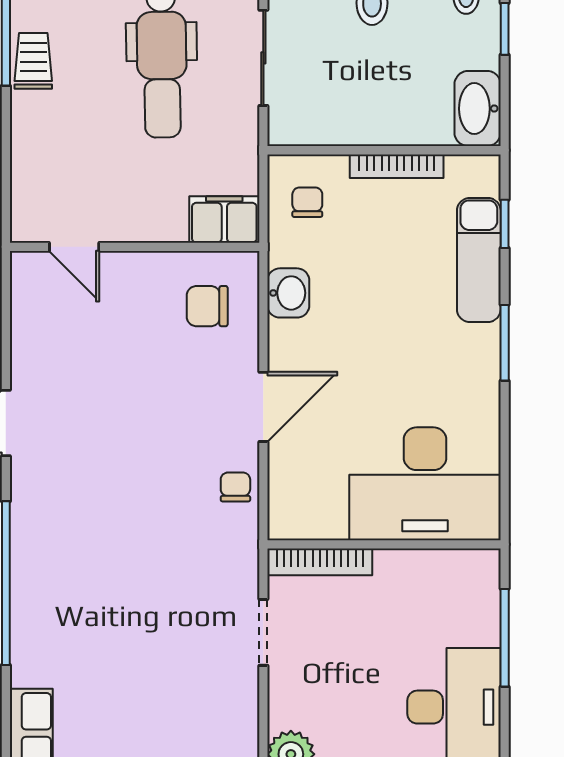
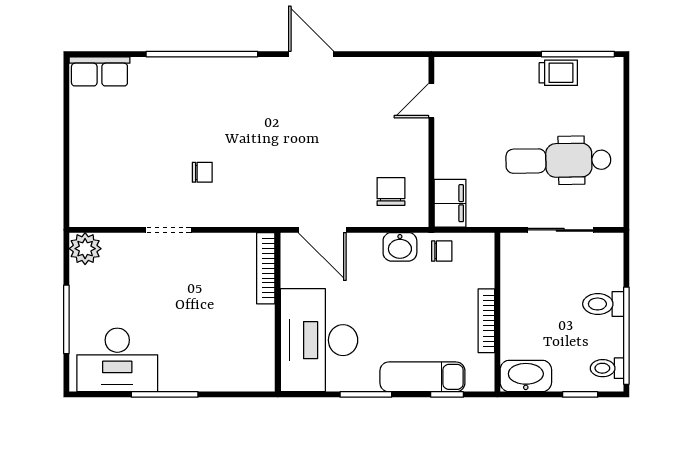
chair: (307, 202) -> (442, 251), moved
desk: (425, 484) -> (319, 340), moved
chair: (235, 487) -> (202, 172), moved
wall: (384, 544) -> (278, 312), moved
bookcase: (320, 562) -> (266, 268), moved

